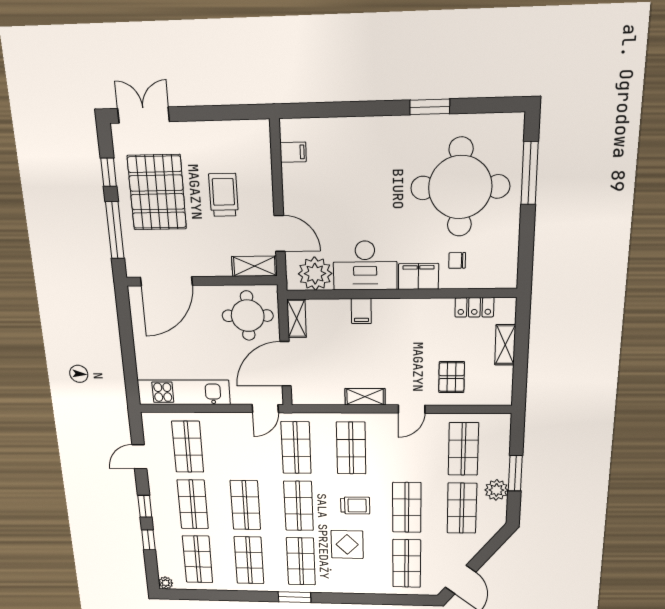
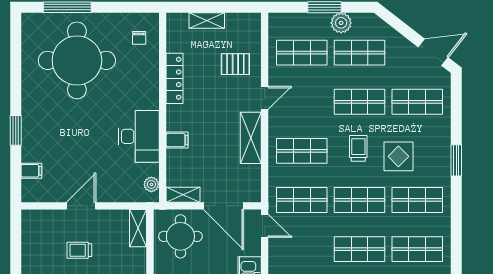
window: (430, 107) -> (16, 130), moved
filing cabinet: (293, 152) -> (31, 171), moved, turned 90
trolley: (224, 195) -> (79, 250), width x0.73, depth x0.72
door: (280, 233) -> (81, 206), moved
chair: (457, 260) -> (139, 38), moved
plant: (315, 274) -> (151, 184), width x0.53, depth x0.53
filing cabinet: (418, 276) -> (148, 93), removed
locker: (474, 307) -> (175, 78), moved, width x1.53
shelving: (365, 397) -> (251, 138), width x1.50, depth x1.33
door: (412, 409) -> (265, 98), hinge flipped
window: (295, 597) -> (456, 160), moved

